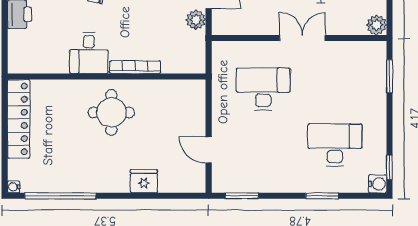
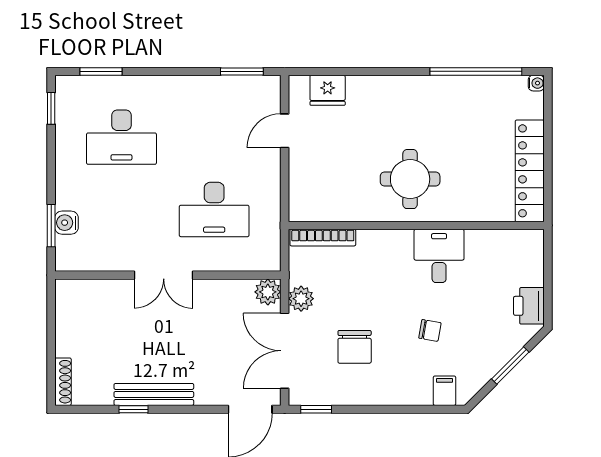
plant: (376, 25) -> (268, 292), moved
bookcase: (135, 67) -> (323, 238), moved
door: (209, 150) -> (285, 131), swing flipped
fridge: (144, 181) -> (328, 90), moved
water cooler: (378, 184) -> (66, 223), moved
window: (322, 196) -> (101, 71), moved

